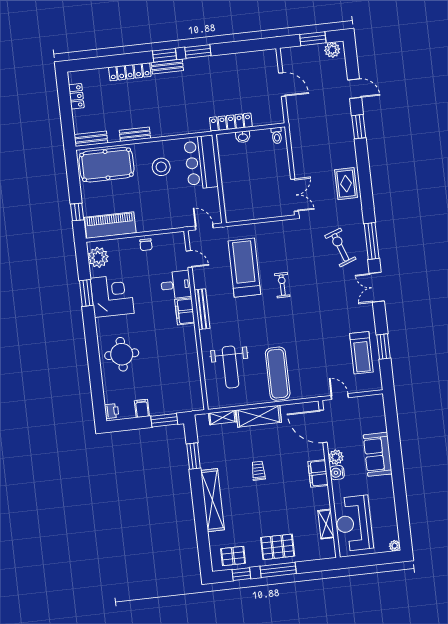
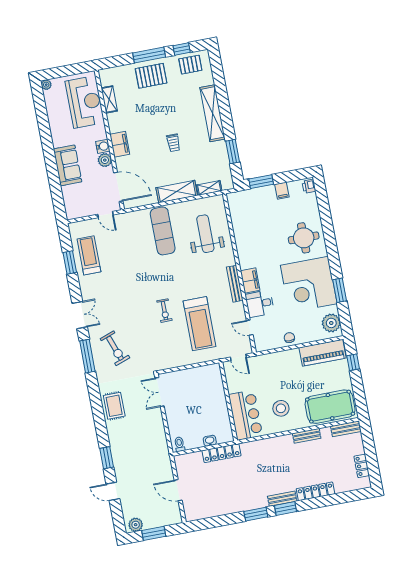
corner desk: (112, 296) -> (309, 284), width x1.36, depth x1.36

